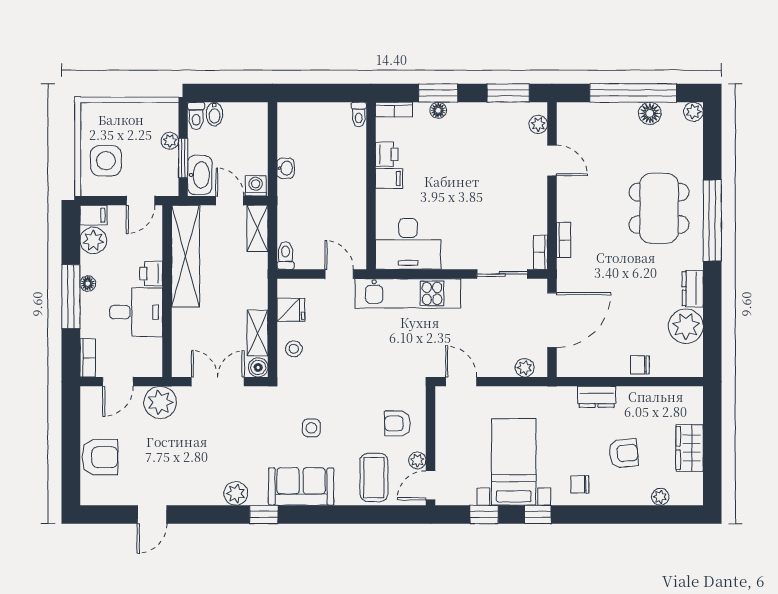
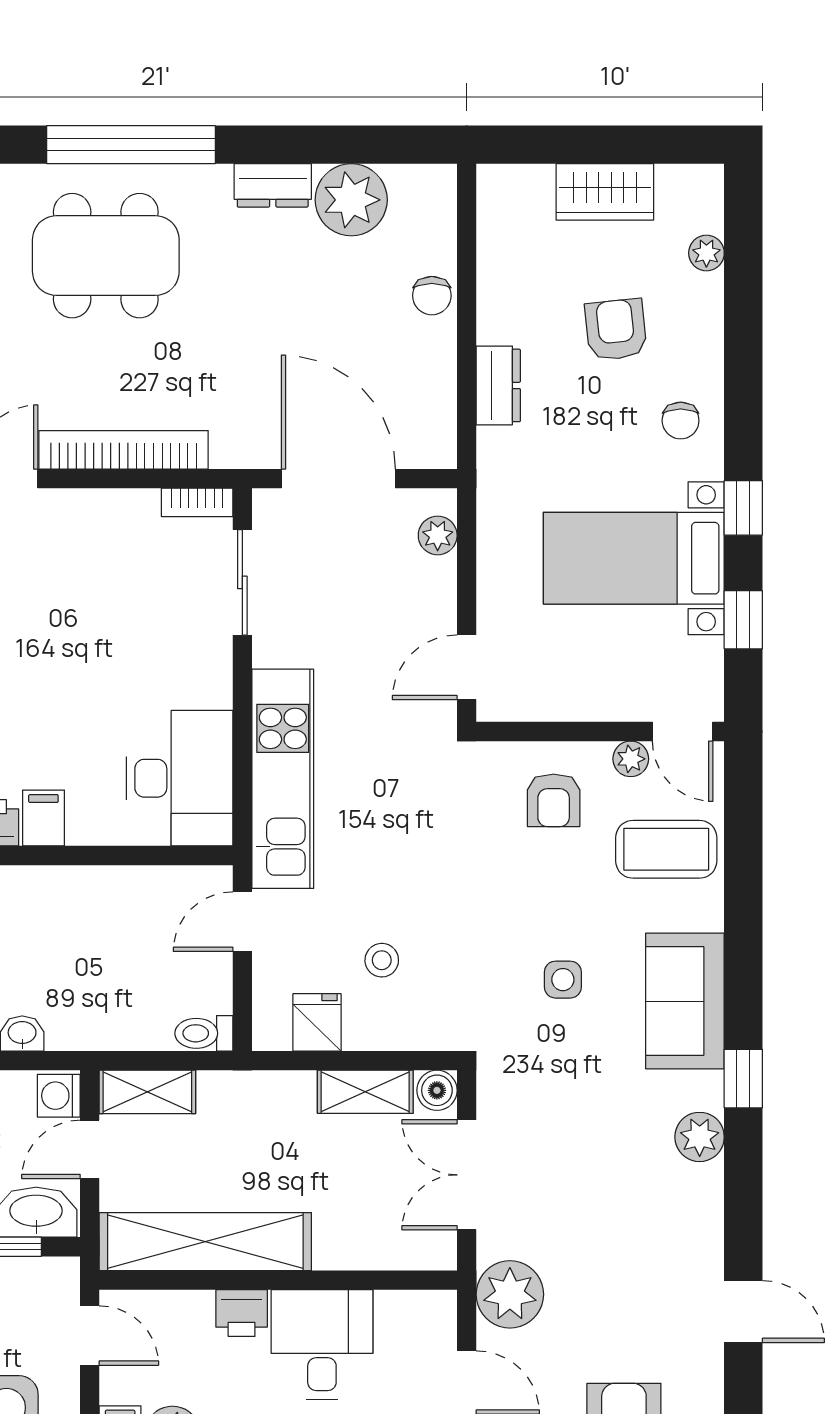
bookcase: (564, 240) -> (124, 450), width x2.31, depth x1.31
stool: (294, 349) -> (382, 960), moved

